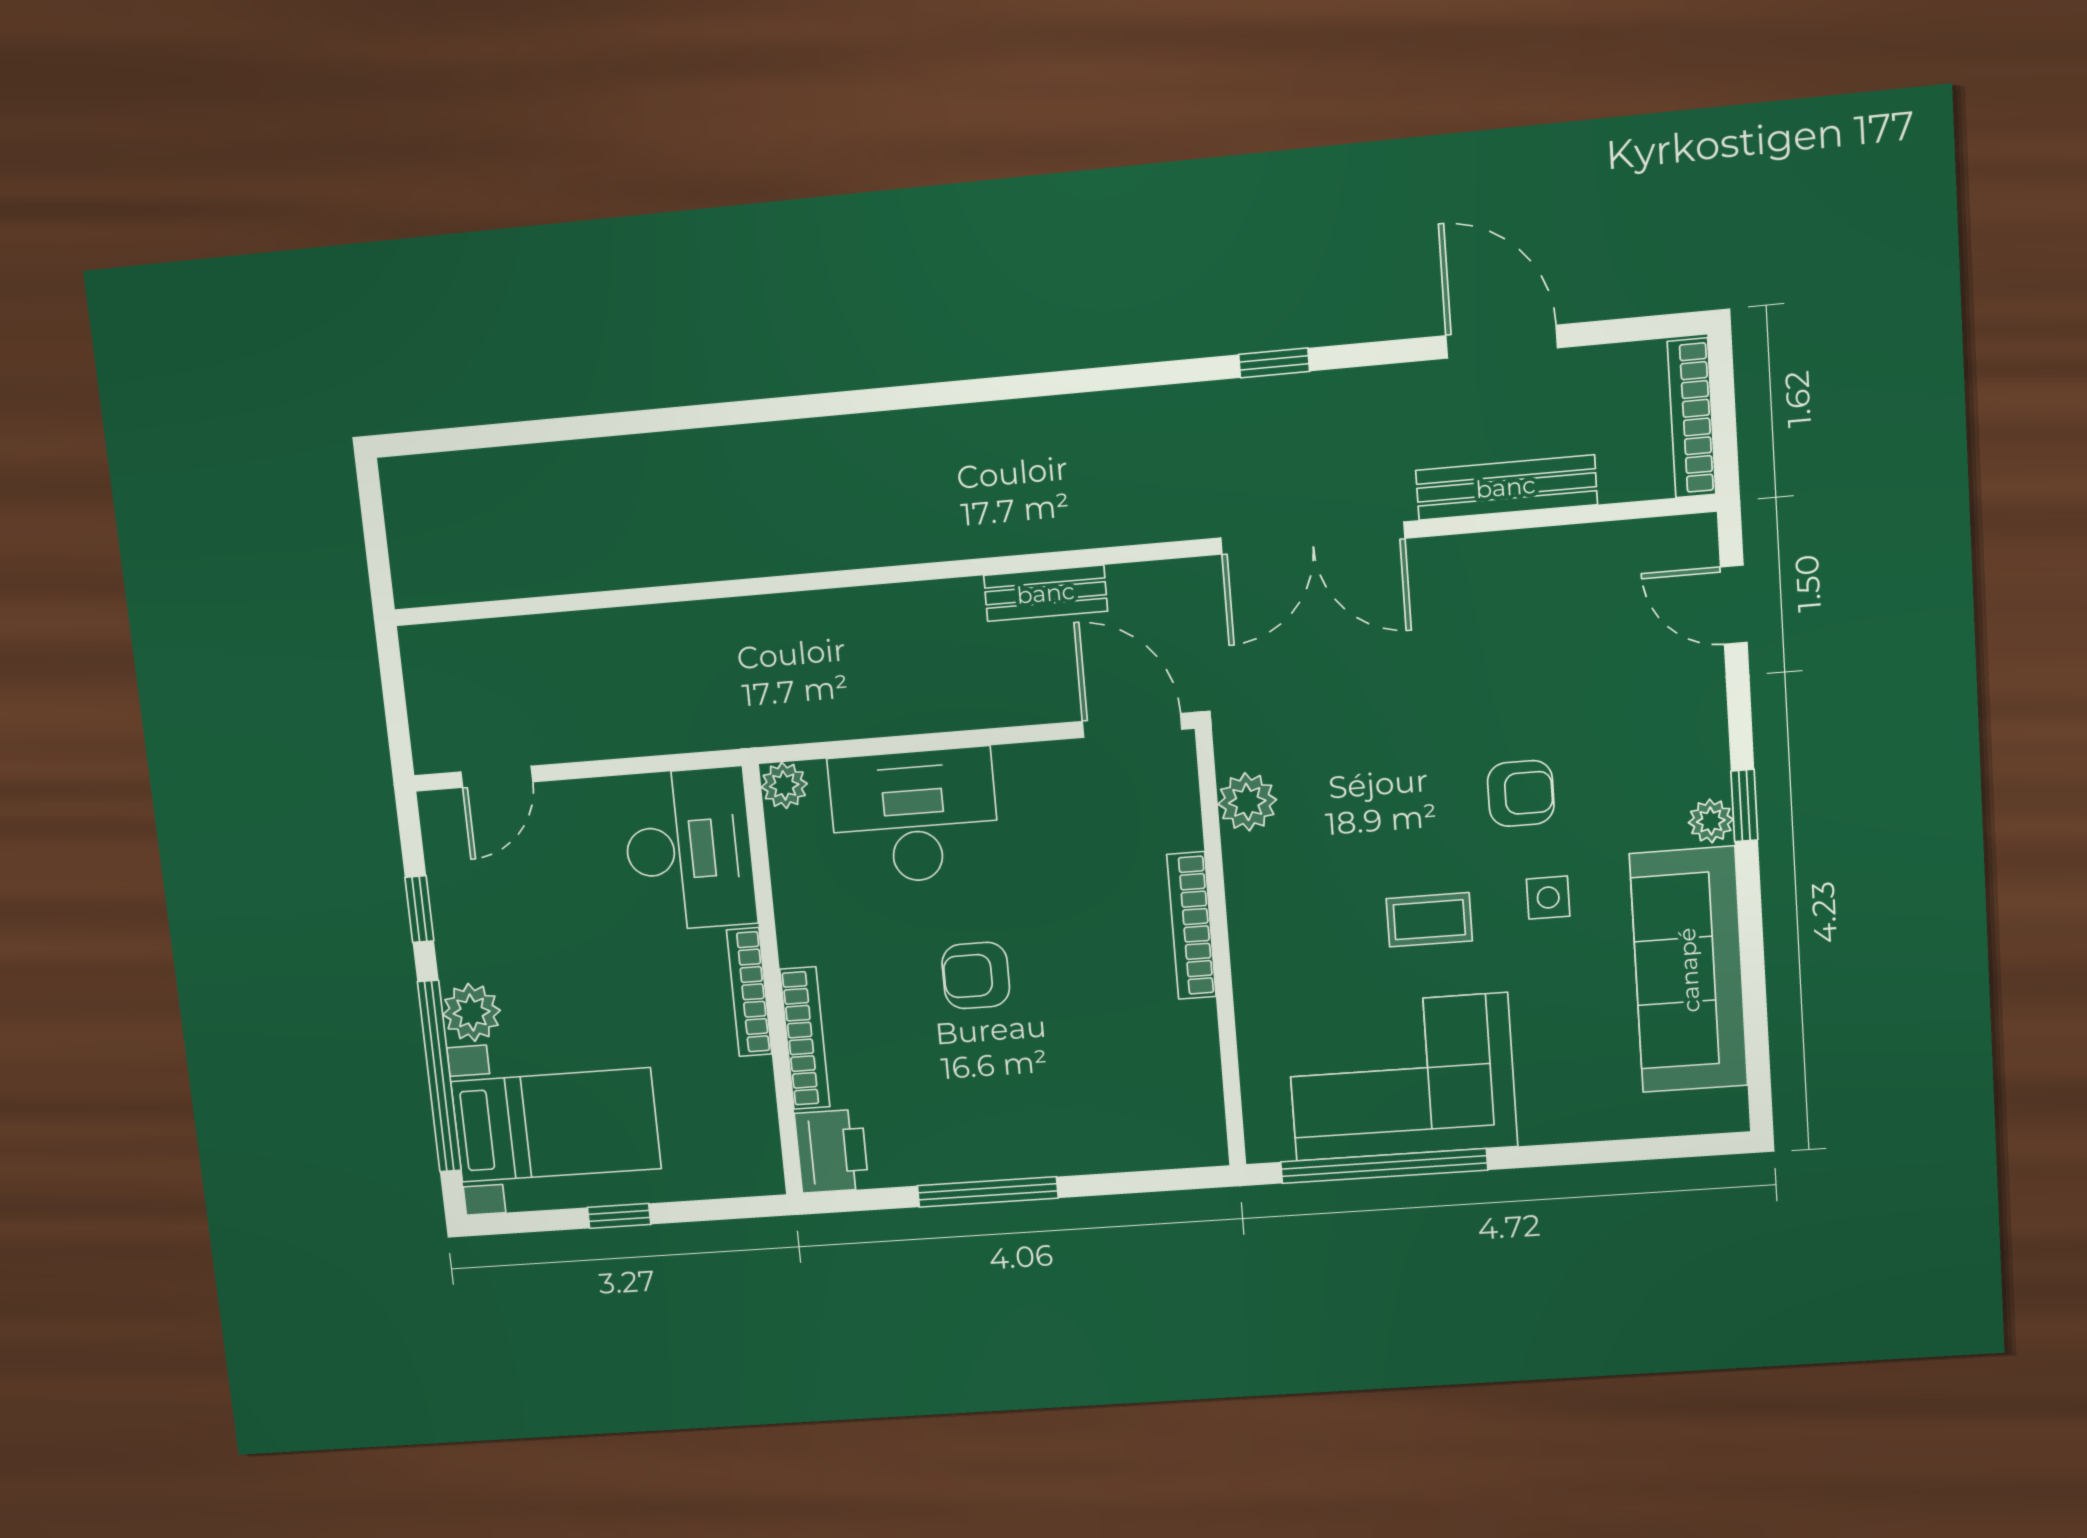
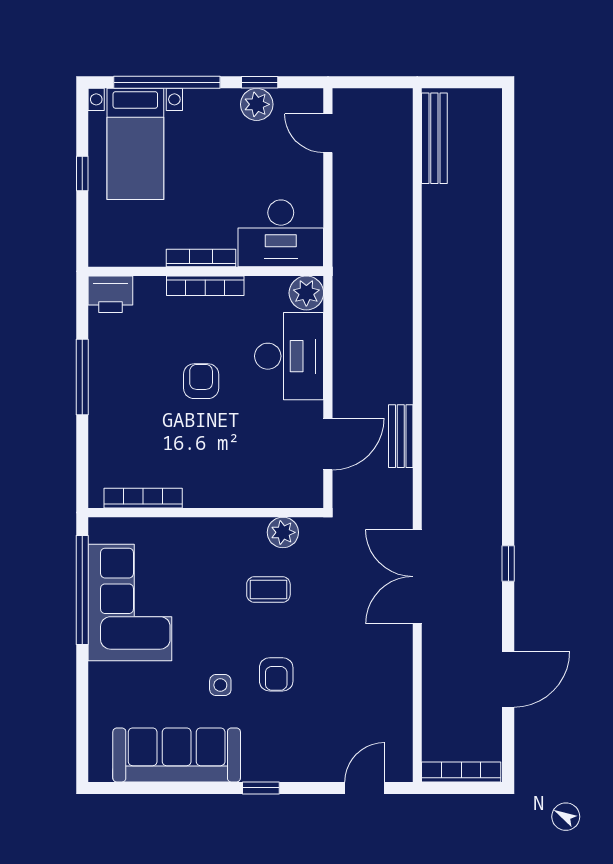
bench: (1506, 487) -> (434, 138), moved
door: (1132, 725) -> (328, 444), moved
plant: (784, 785) -> (306, 293), width x1.38, depth x1.38
plant: (1711, 821) -> (254, 771), removed
coffee table: (1429, 920) -> (268, 590), moved, turned 90
bookcase: (1191, 926) -> (143, 498), moved
plant: (472, 1012) -> (257, 104), moved
bookcase: (805, 1038) -> (205, 286), moved

